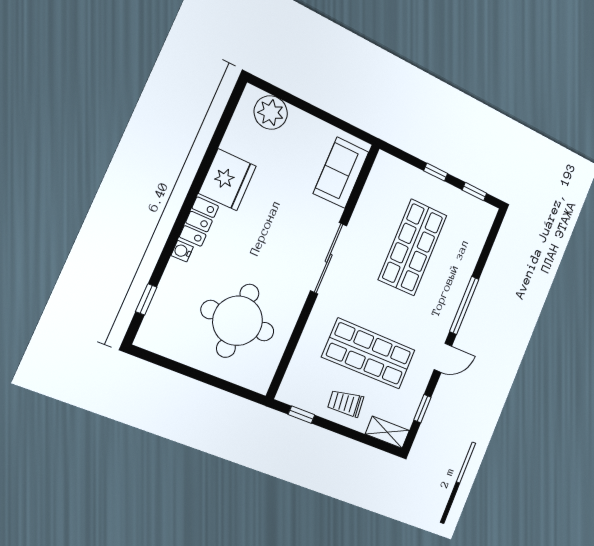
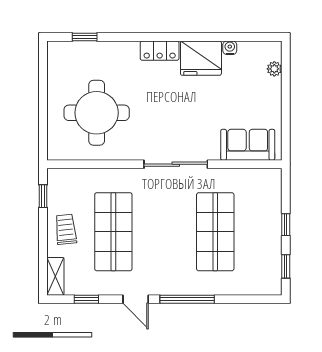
plant: (271, 113) -> (274, 69), width x0.53, depth x0.53
shop shelf: (413, 247) -> (215, 232), turned 90
water cooler: (182, 251) -> (230, 48), moved

